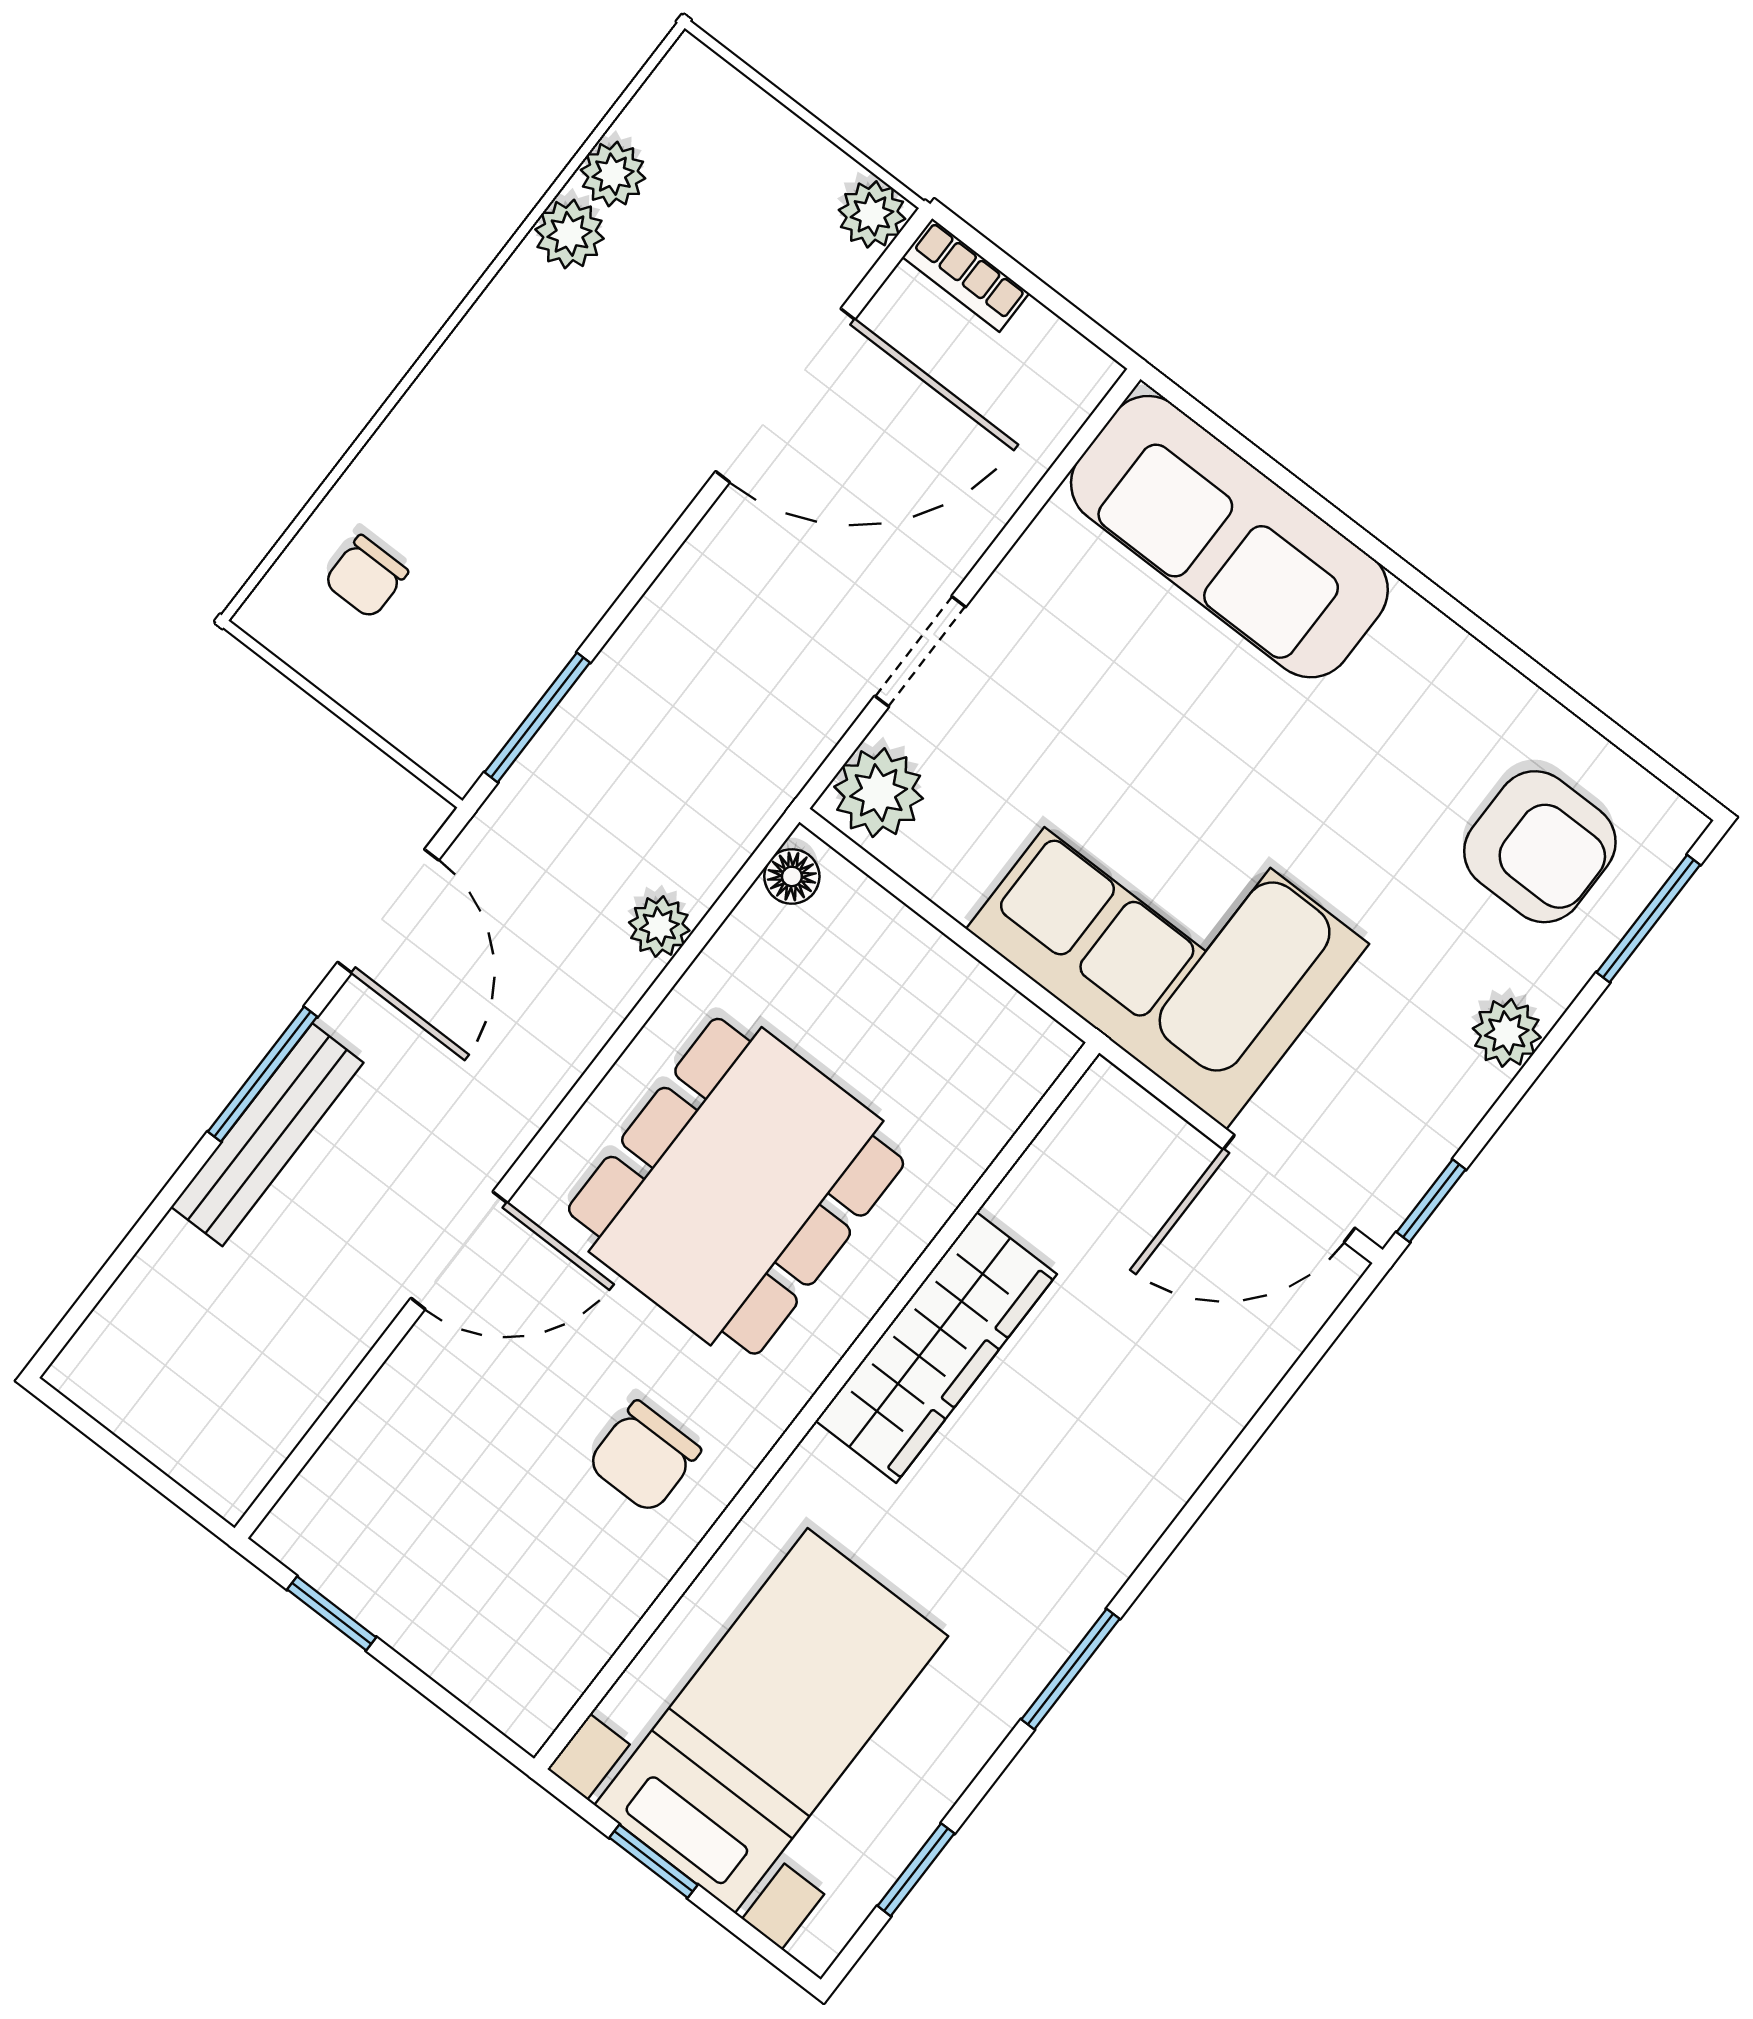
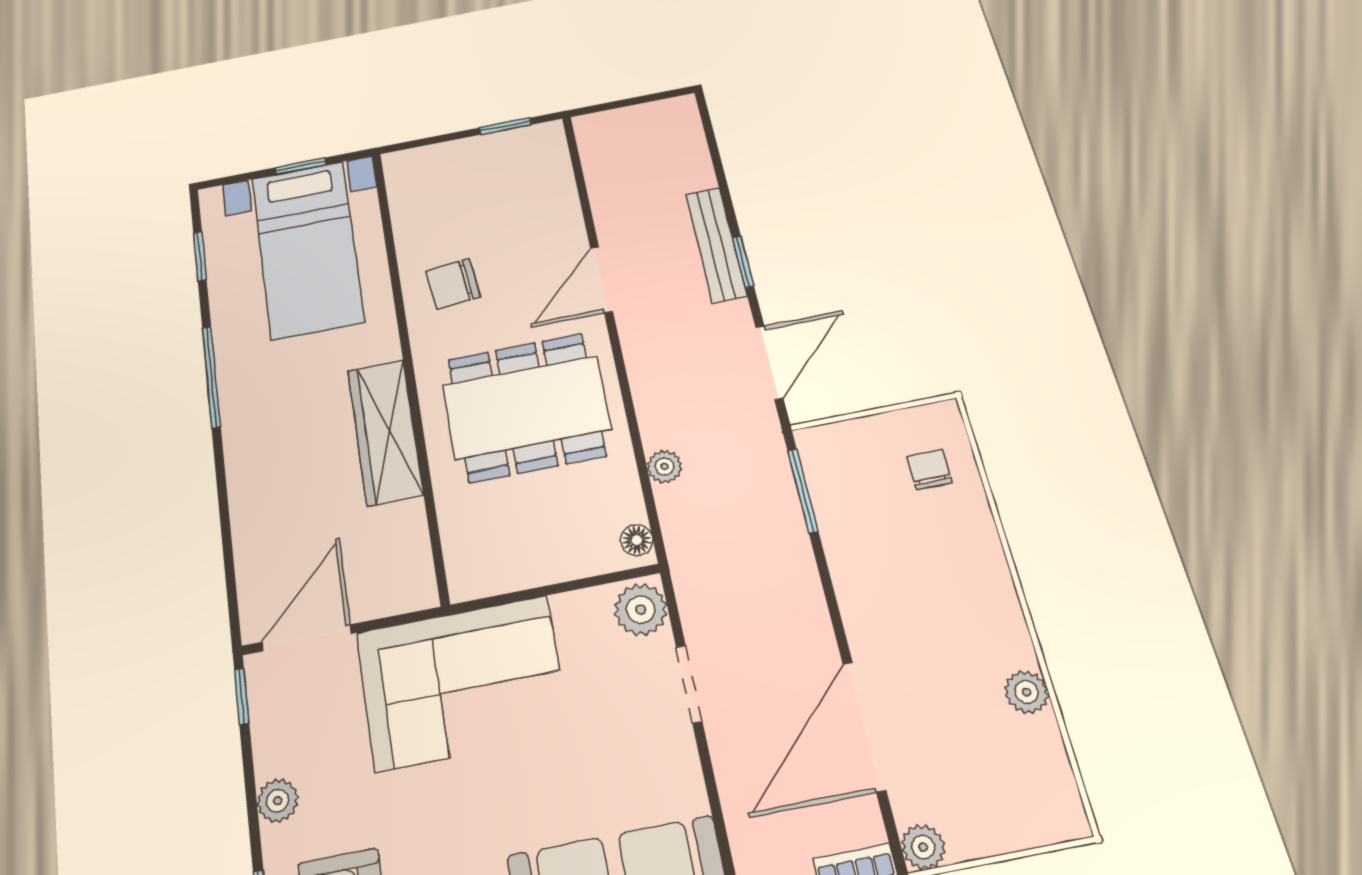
plant: (613, 174) -> (1042, 738), removed
door: (388, 911) -> (769, 363), swing flipped
window: (263, 1074) -> (743, 262), width x0.67
dining table: (736, 1186) -> (526, 407), turned 90
chair: (644, 1457) -> (453, 284), turned -96
window: (1070, 1669) -> (211, 377), width x1.44

